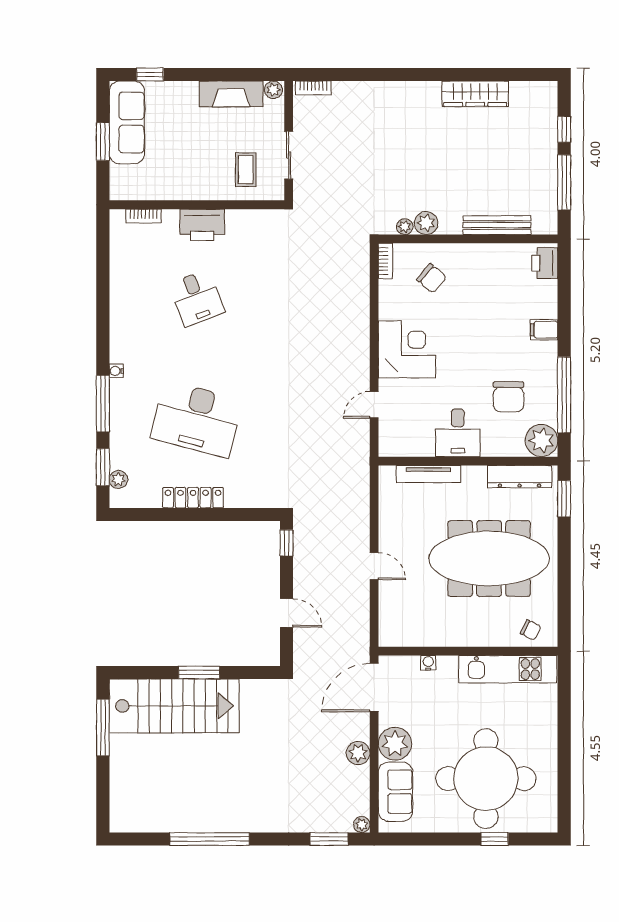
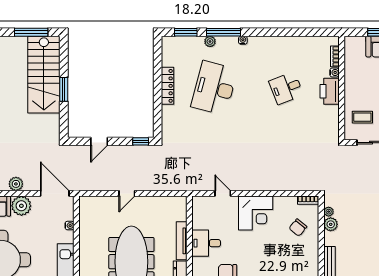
water cooler: (171, 217) -> (334, 72), added
tv unit: (429, 474) -> (182, 241), moved
plant: (118, 479) -> (210, 41), moved

